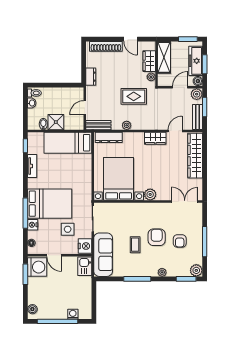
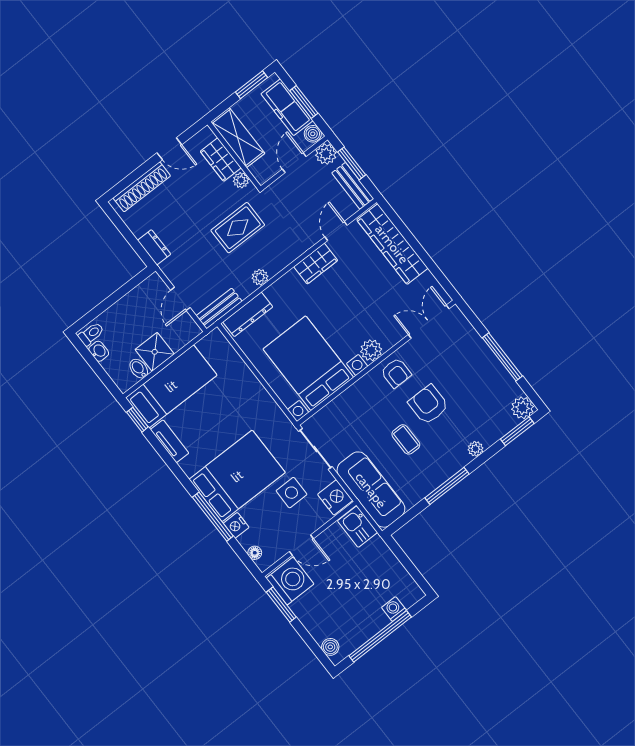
bed: (68, 143) -> (171, 386), moved, turned 180
armchair: (180, 241) -> (396, 373), moved

